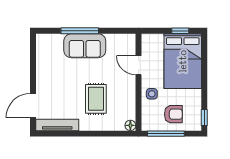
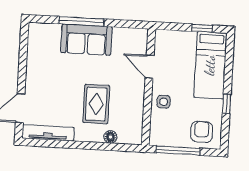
bed: (183, 61) -> (210, 65), width x0.67
armchair: (173, 114) -> (202, 132), moved, turned -90
window: (204, 117) -> (227, 104), moved
floor lamp: (130, 125) -> (110, 137), moved

